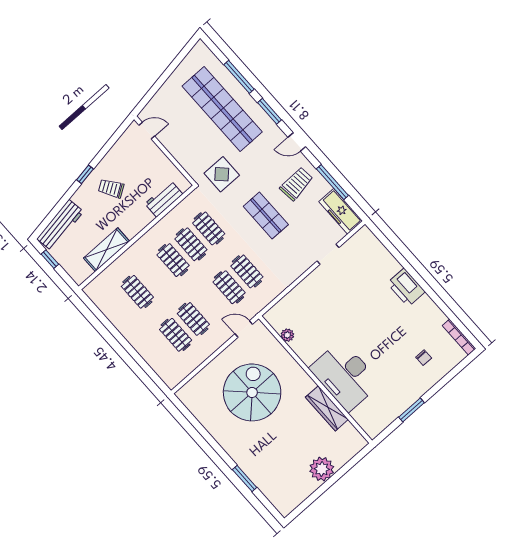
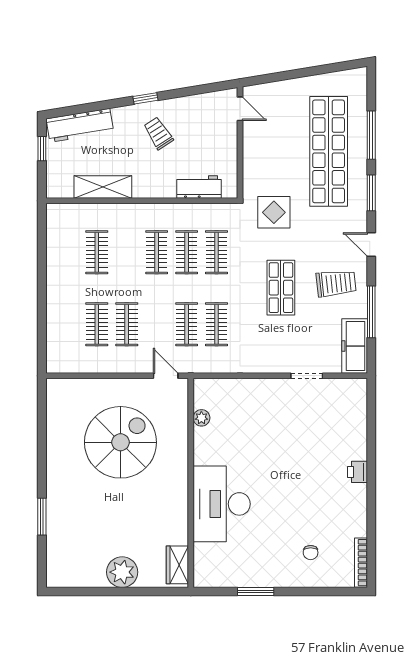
printer: (406, 287) -> (357, 472), width x0.53, depth x0.68
wardrobe: (327, 408) -> (177, 565), moved, width x0.67

